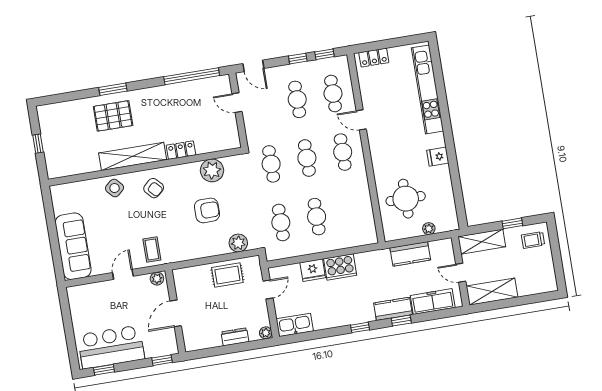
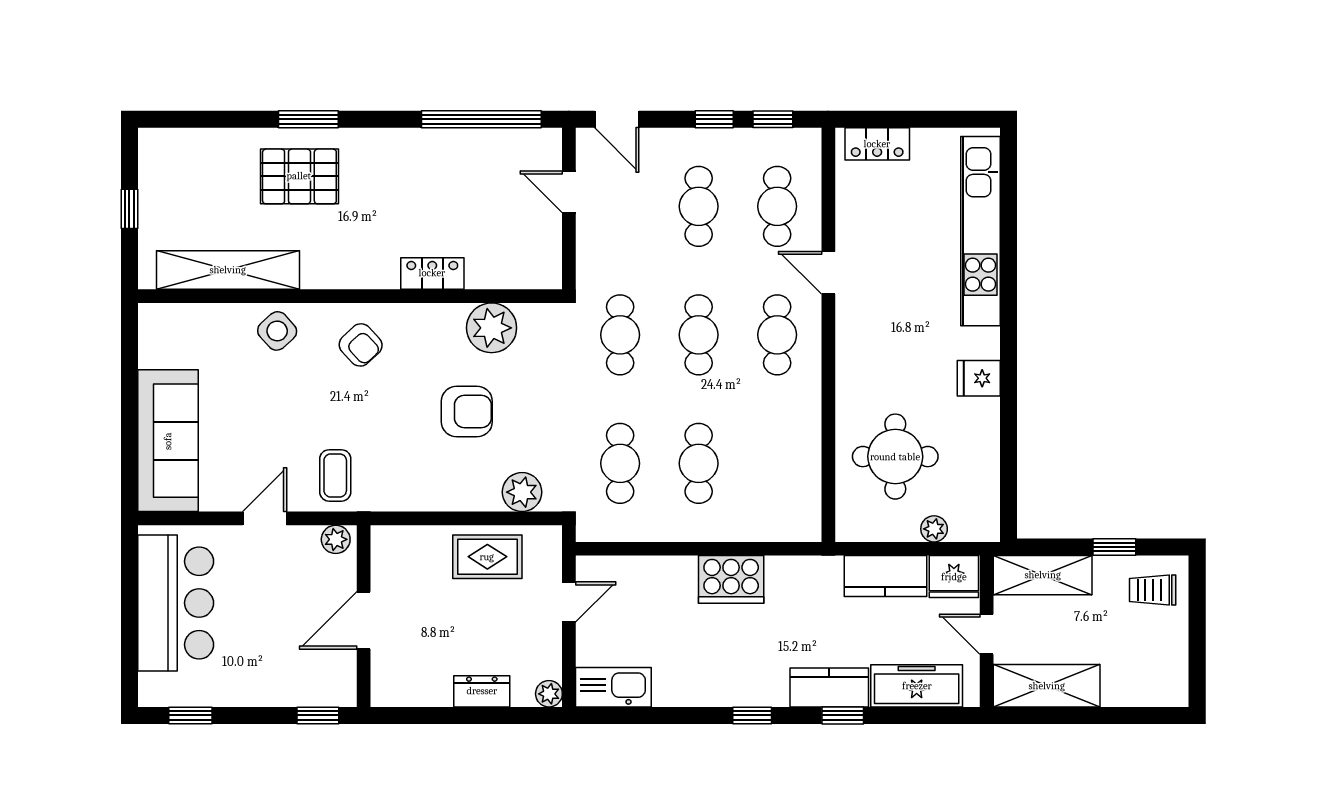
shelving: (133, 156) -> (228, 270), moved
fridge: (313, 270) -> (954, 577), moved
bar counter: (111, 347) -> (176, 603), moved, turned 90

